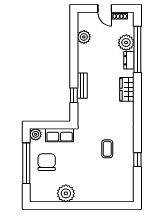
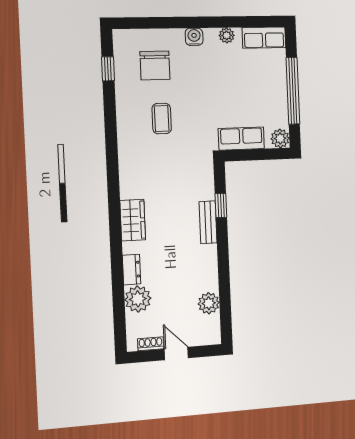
window: (137, 49) -> (118, 289), removed
window: (137, 160) -> (108, 69), moved
chair: (47, 162) -> (155, 66), moved
plant: (66, 193) -> (227, 35), width x0.53, depth x0.53
row of seats: (43, 196) -> (264, 38), added
water cooler: (86, 197) -> (194, 37), added

